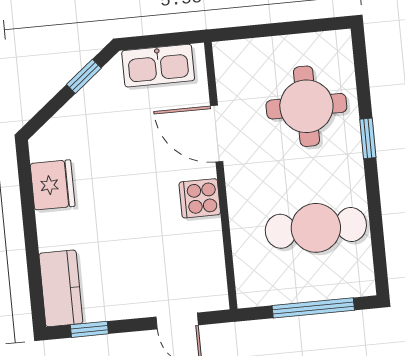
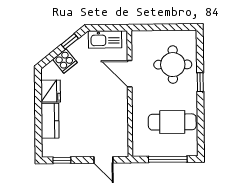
cooker: (200, 198) -> (65, 61), moved, turned -129
kitchen counter: (61, 288) -> (50, 121), moved

